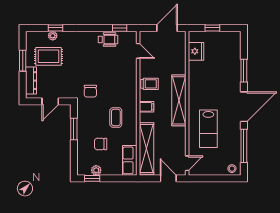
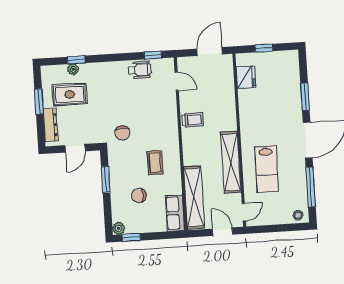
shelving: (179, 100) -> (231, 162), moved
filing cabinet: (146, 107) -> (191, 148), removed
plant: (96, 170) -> (119, 228), moved

